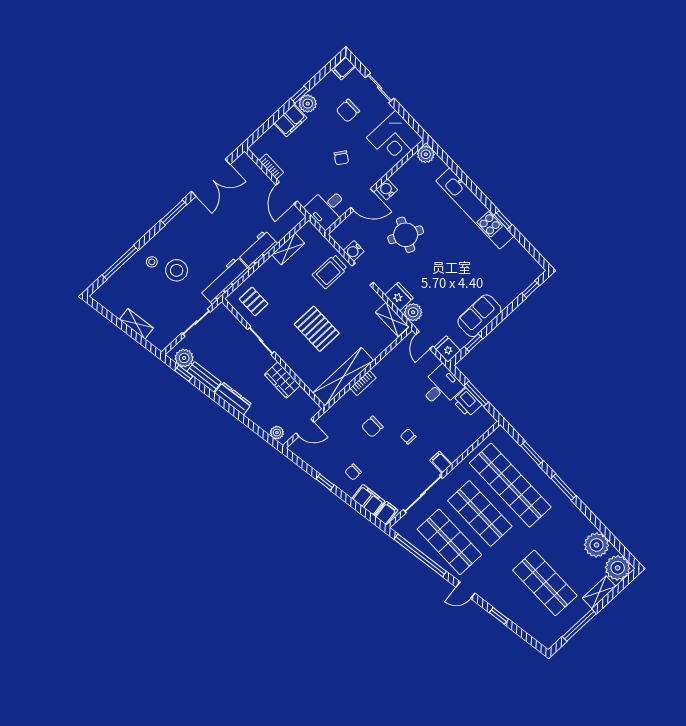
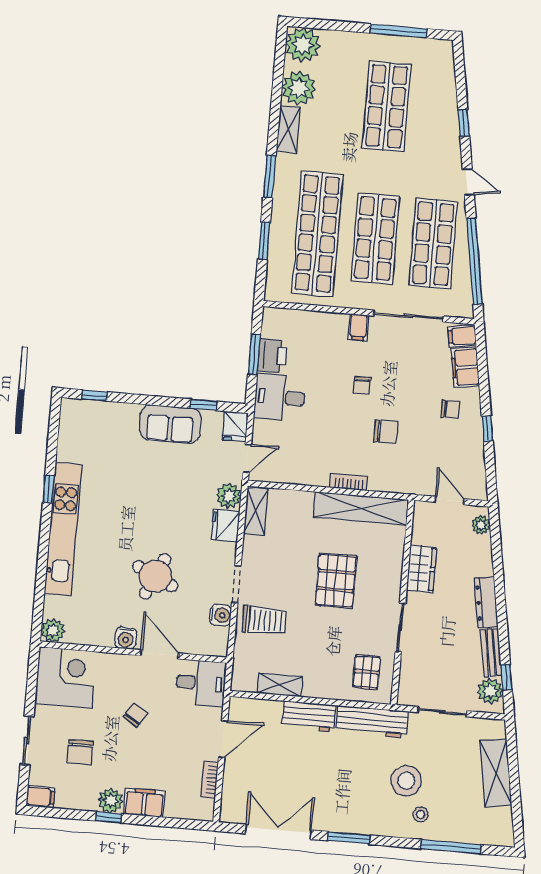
chair: (348, 111) -> (80, 752), turned 90
shelving: (136, 324) -> (496, 773), width x1.50, depth x1.33
shelving: (599, 592) -> (288, 129), moved, turned 90

